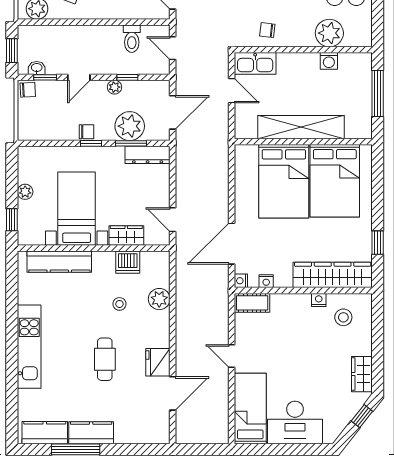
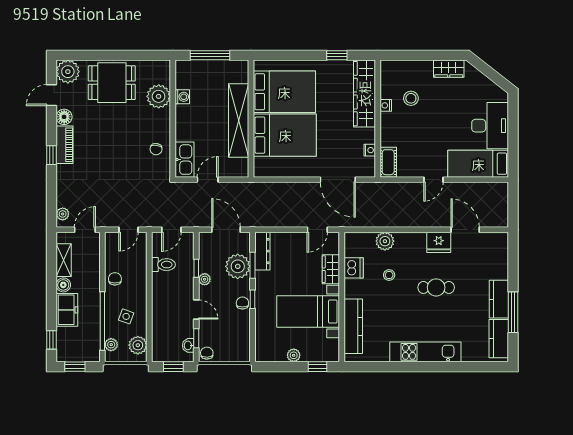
nightstand: (241, 281) -> (369, 172), removed
stool: (343, 317) -> (411, 98), moved
window: (362, 416) -> (485, 69), removed

